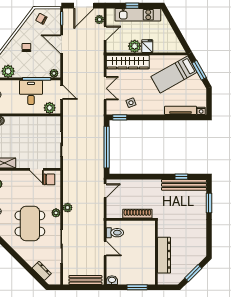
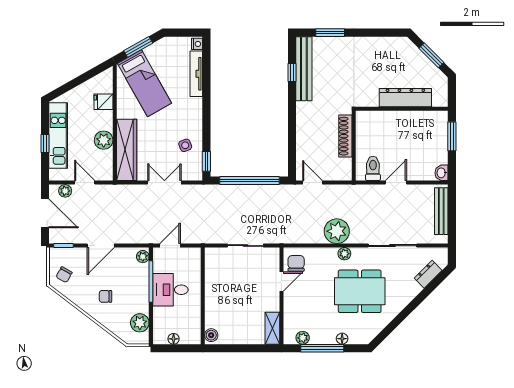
fridge: (147, 46) -> (103, 102), moved
plant: (50, 108) -> (193, 263), removed
plant: (68, 208) -> (337, 231), width x1.87, depth x1.87

